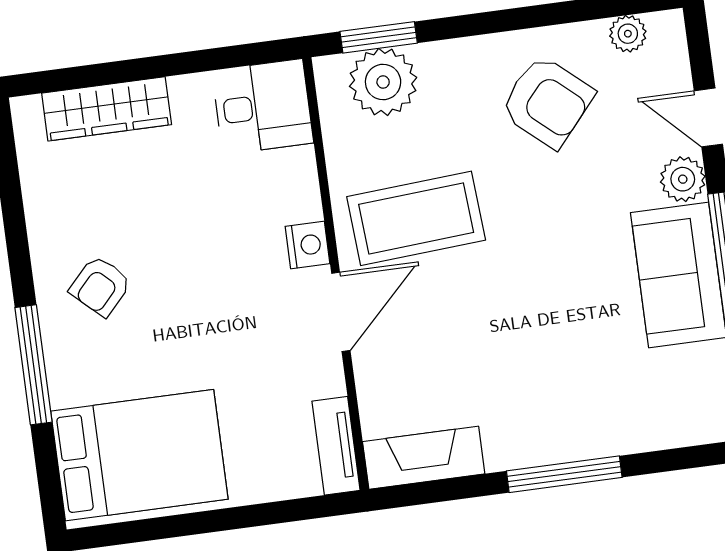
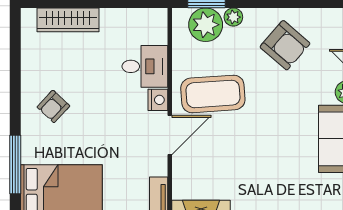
plant: (628, 34) -> (233, 17), moved
desk: (263, 107) -> (145, 66), moved
window: (33, 365) -> (15, 164), moved

